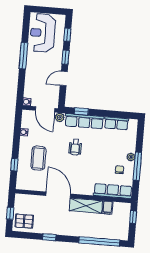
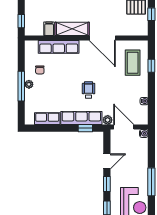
coffee table: (38, 158) -> (133, 63), moved
window: (137, 166) -> (21, 86), moved
row of seats: (113, 191) -> (59, 47), moved

